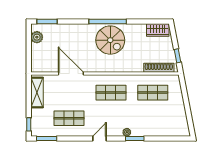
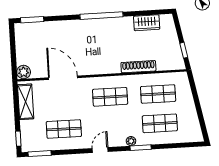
wardrobe: (158, 30) -> (147, 23), moved
plant: (37, 37) -> (24, 72), moved
spiral stairs: (110, 40) -> (106, 37), removed
shoe rack: (159, 68) -> (138, 67), moved
shop shelf: (153, 118) -> (160, 123), added

